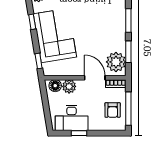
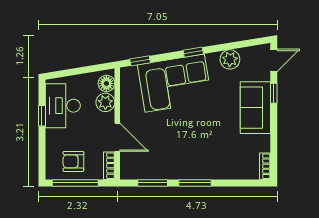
plant: (116, 62) -> (139, 166), removed
door: (95, 78) -> (117, 137), hinge flipped

